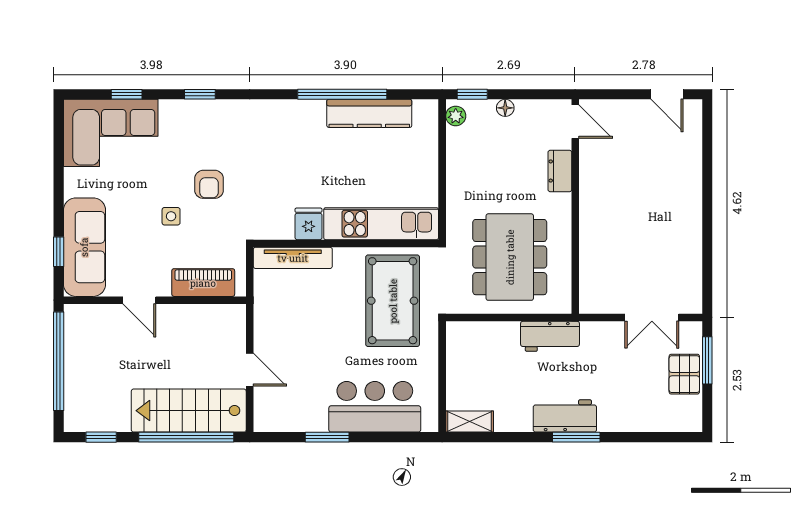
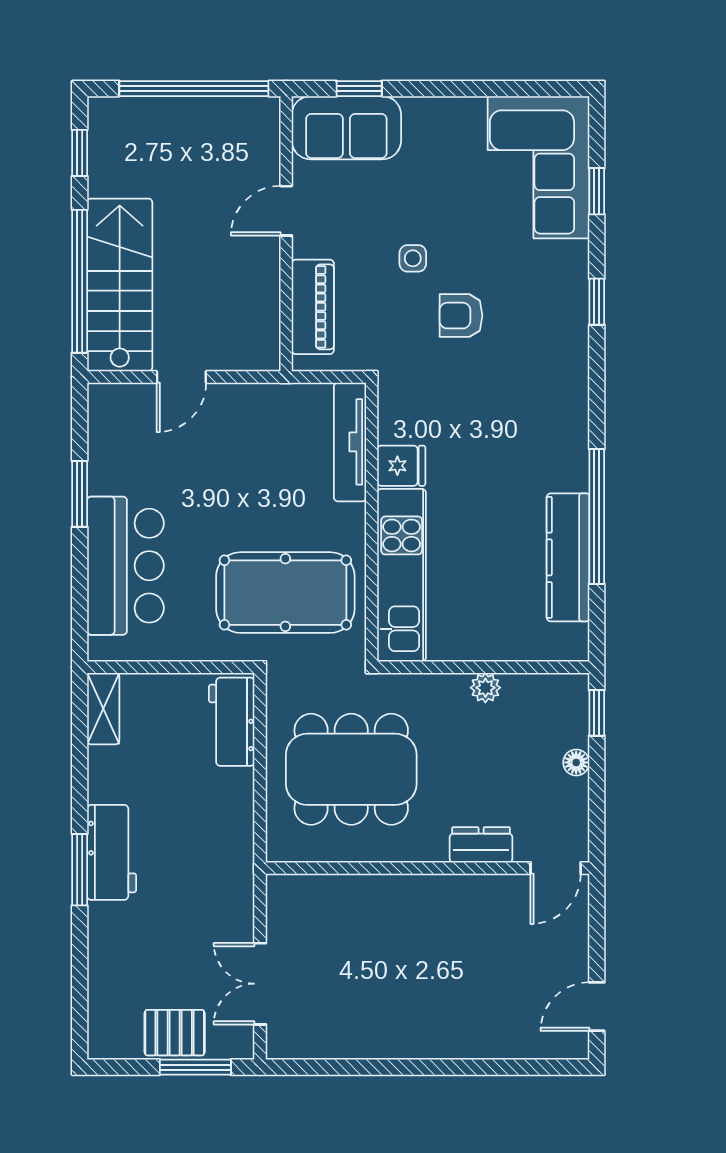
plant: (456, 116) -> (485, 688), moved
sofa: (84, 247) -> (346, 128), width x0.73
workbench: (550, 336) -> (232, 722), moved

